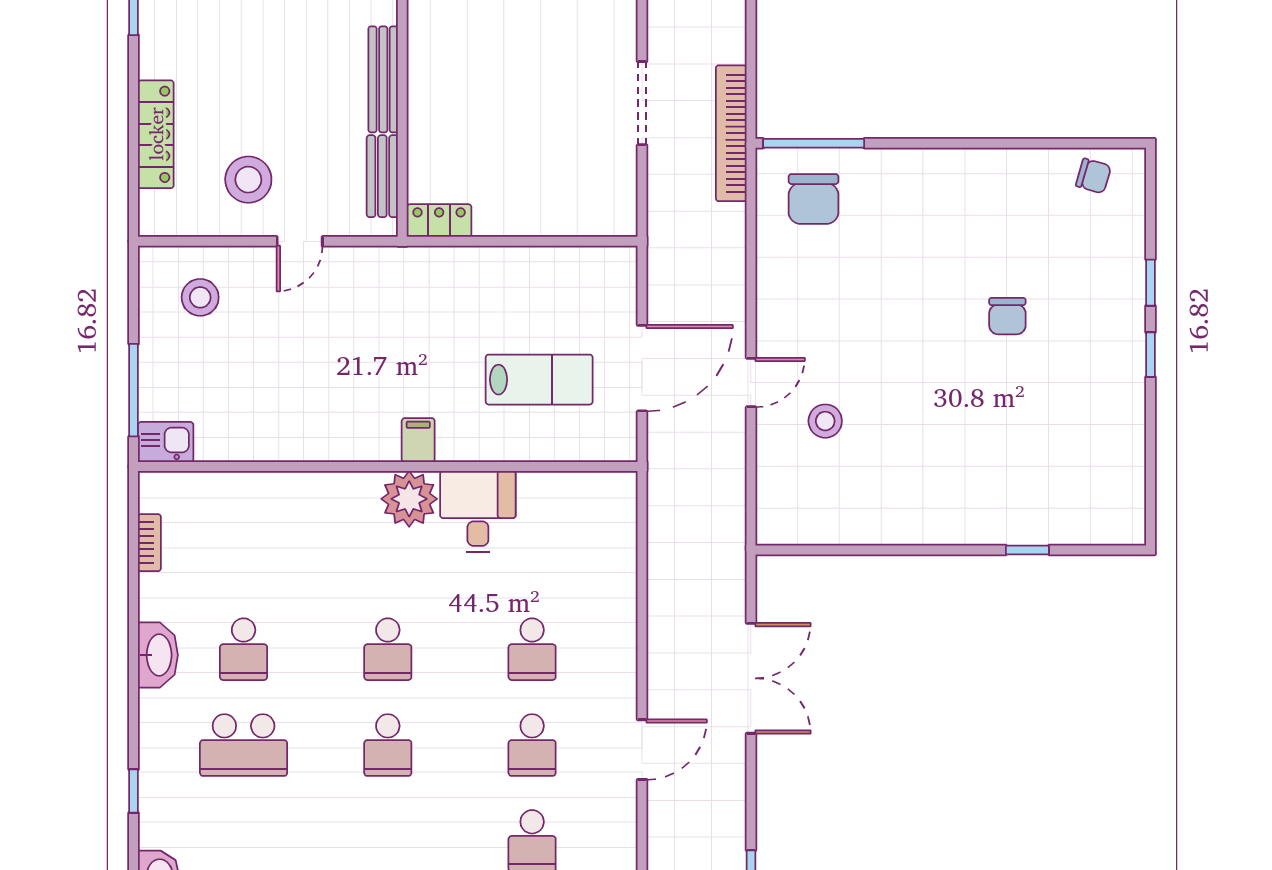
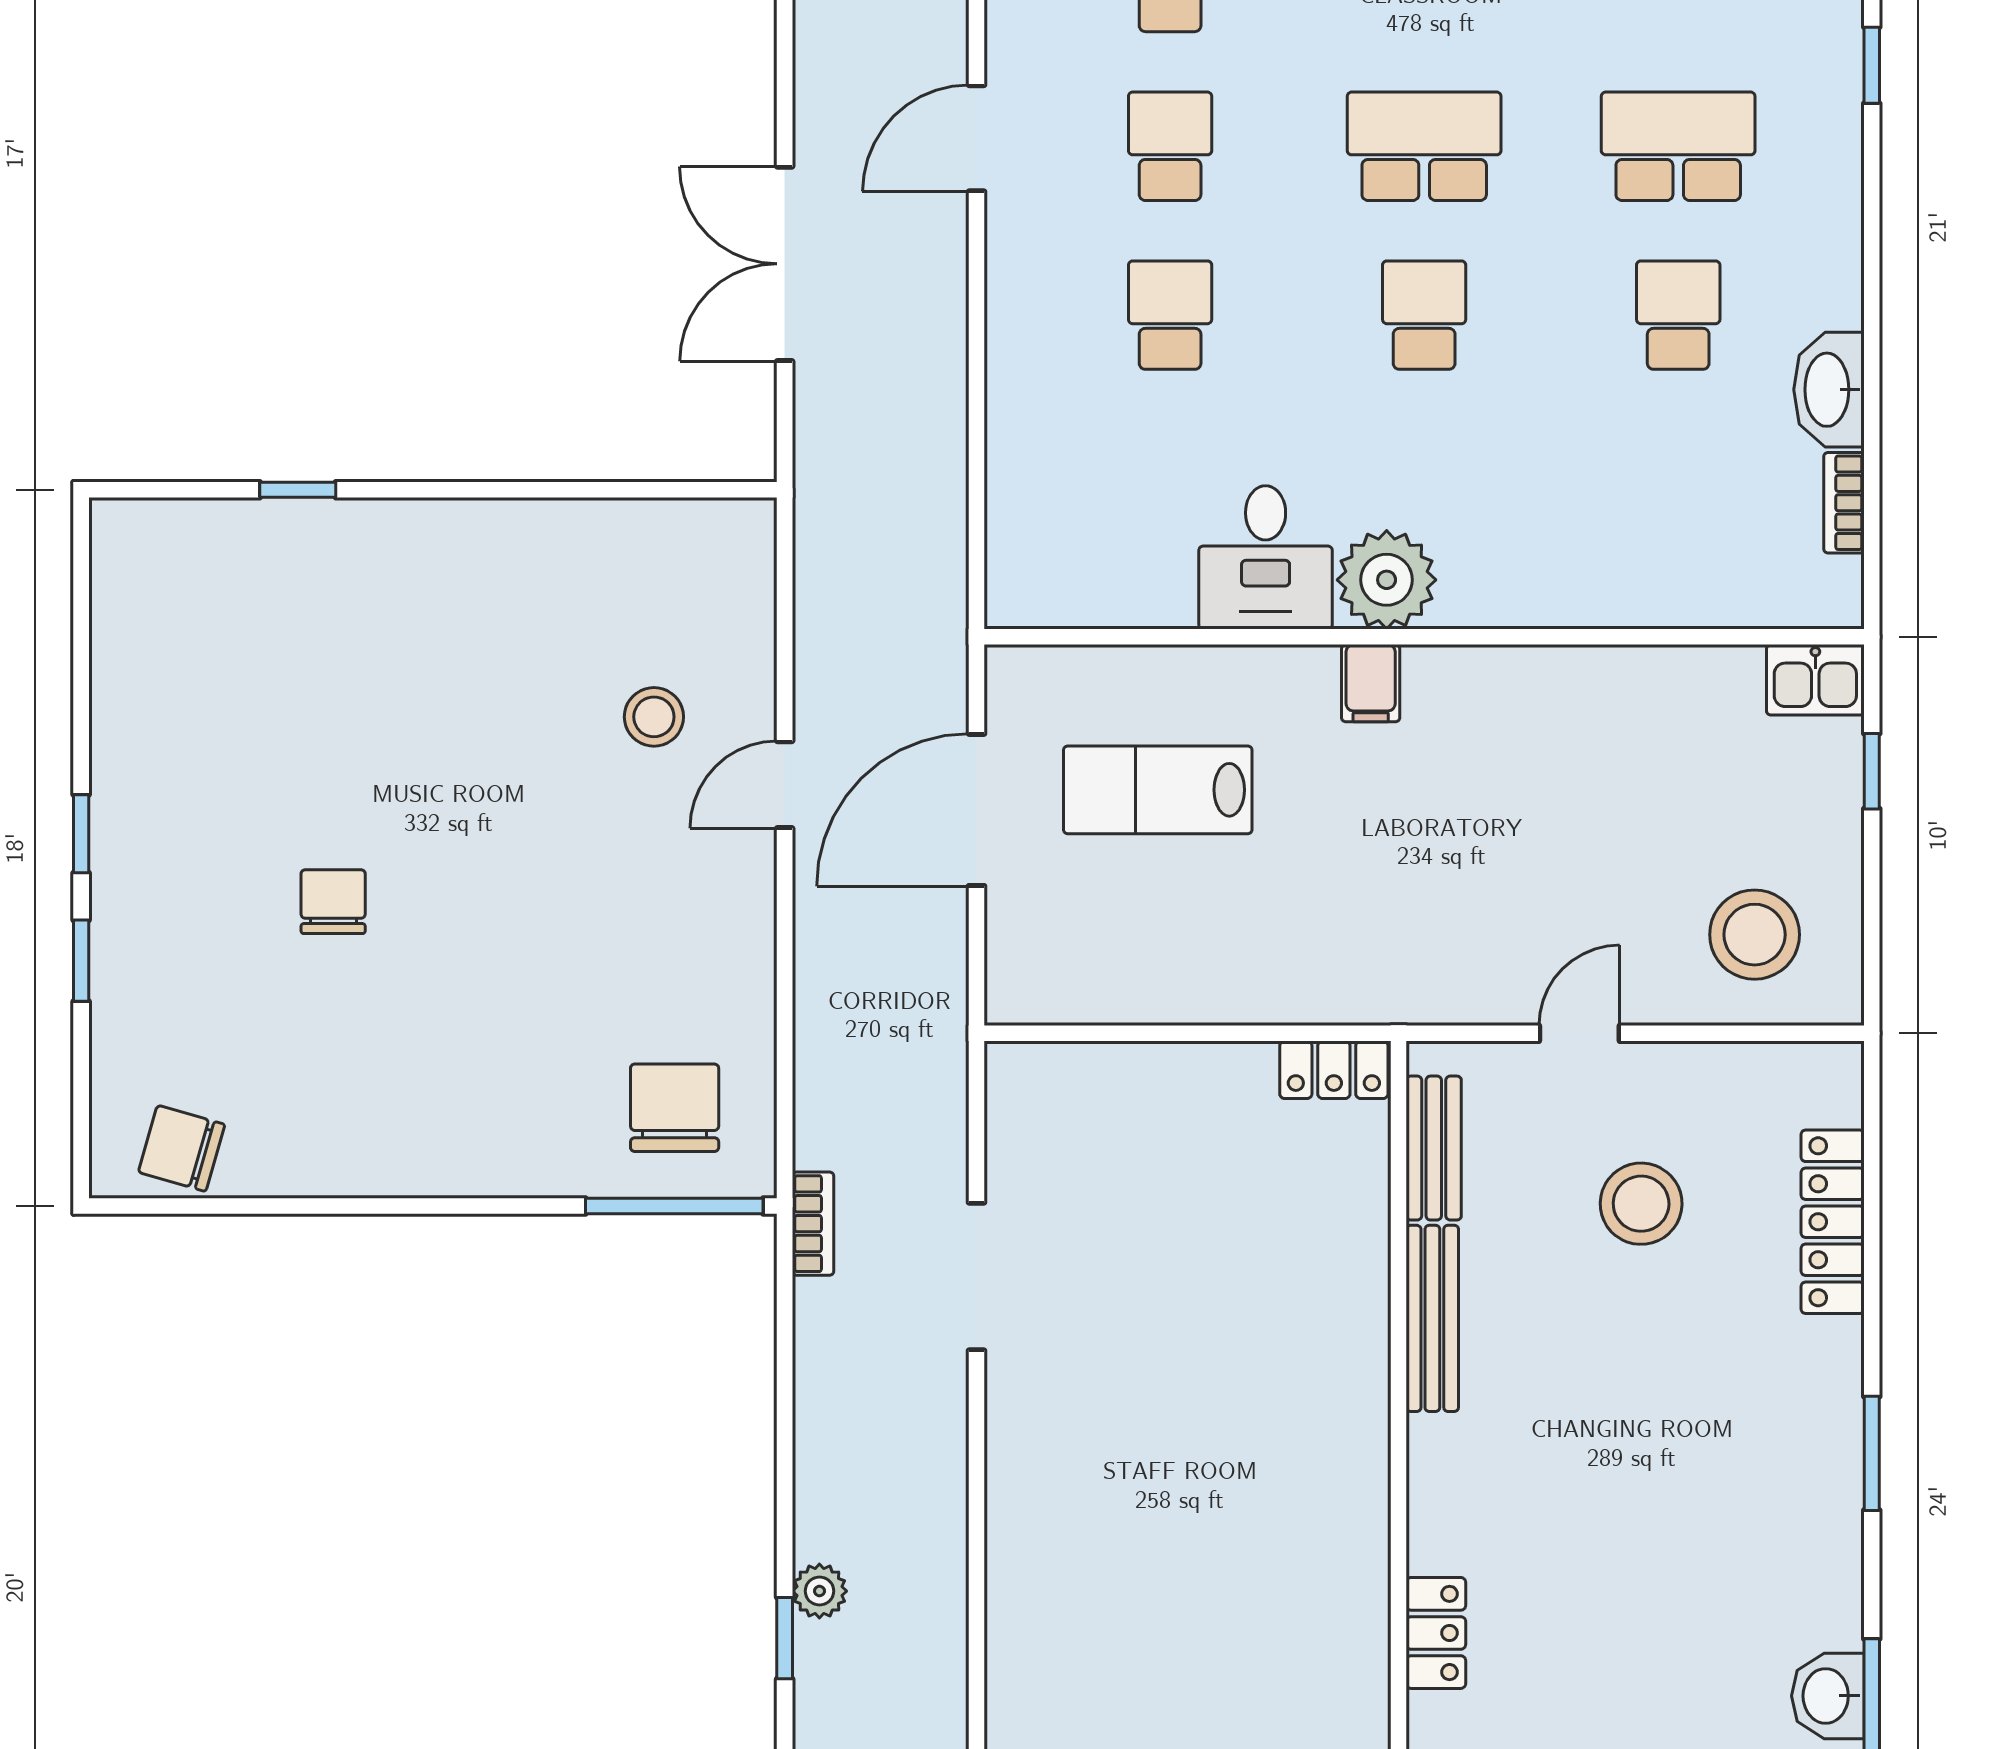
bookcase: (731, 133) -> (813, 1224), width x0.43, depth x0.76
chair: (1093, 176) -> (182, 1148), width x1.37, depth x1.37
stool: (248, 180) -> (1641, 1204), moved
stool: (200, 297) -> (1755, 935), width x1.38, depth x1.38
window: (134, 390) -> (1872, 771), width x0.46
washbasin: (158, 655) -> (1829, 390), moved
school desk: (388, 745) -> (1424, 146), width x1.85

